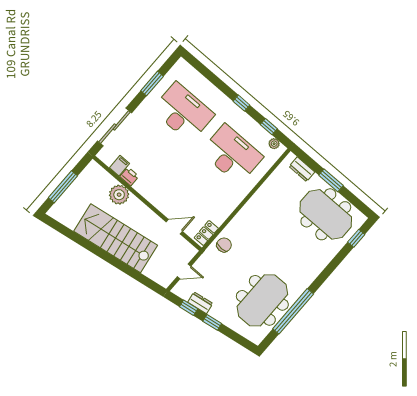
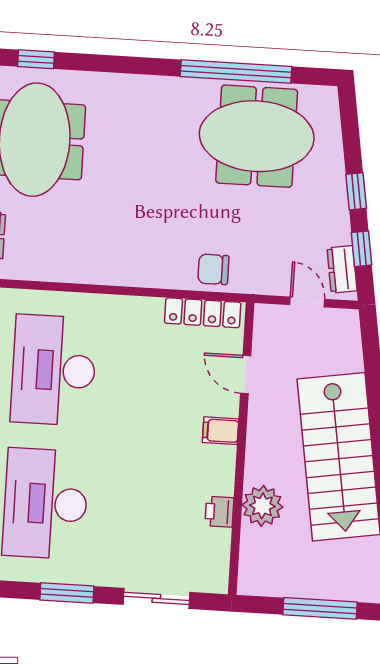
window: (152, 84) -> (67, 593), moved
sliding door: (114, 127) -> (156, 598), width x0.73
filing cabinet: (120, 166) -> (221, 431), moved
locker: (206, 233) -> (203, 313), width x1.53
dresser: (200, 303) -> (342, 269), moved

